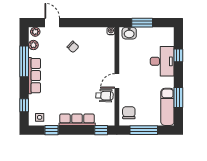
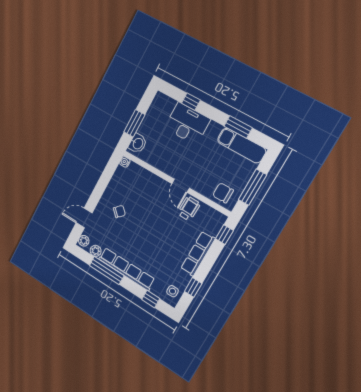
row of seats: (34, 76) -> (126, 269), width x1.36

